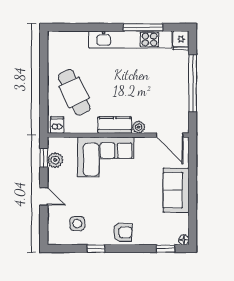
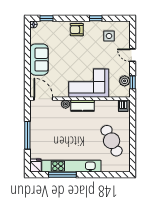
window: (193, 83) -> (27, 135), width x0.68
cafe table: (74, 92) -> (112, 141), moved

